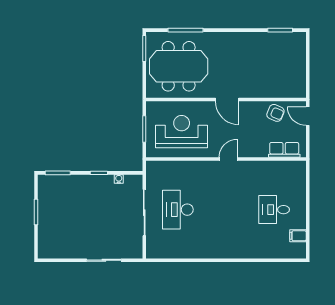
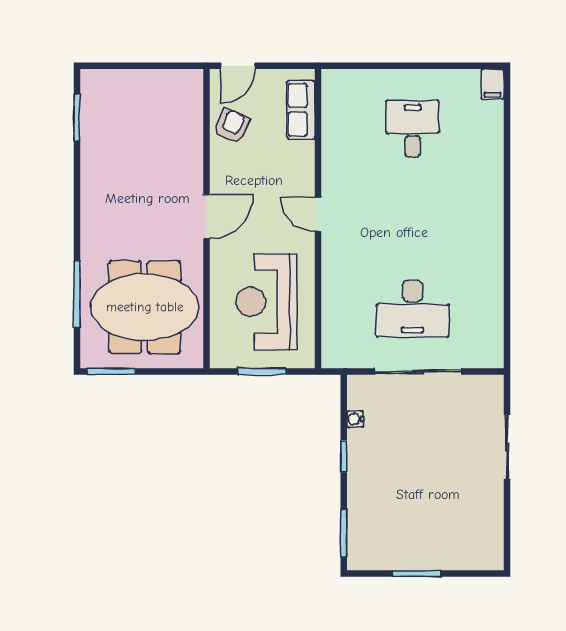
meeting table: (179, 66) -> (145, 307), turned 90
desk: (274, 210) -> (412, 129), turned 180
filing cabinet: (298, 236) -> (493, 84), moved

